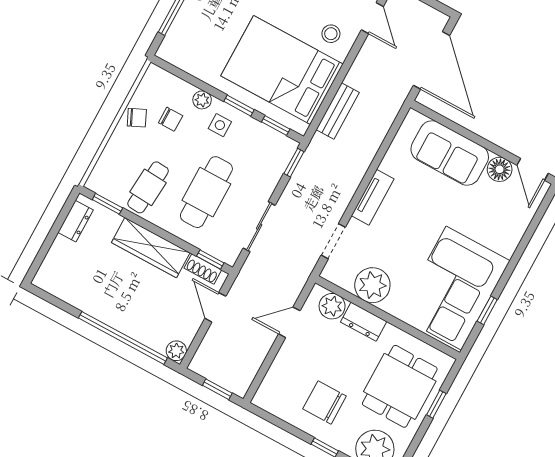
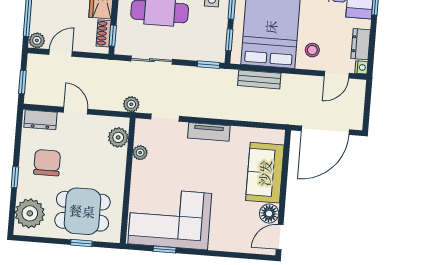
plant: (300, 274) -> (131, 104), added
plant: (372, 285) -> (140, 153), width x0.53, depth x0.53
door: (215, 307) -> (61, 53), moved
door: (289, 322) -> (76, 111), moved
dresser: (364, 322) -> (41, 120), moved, turned -90

